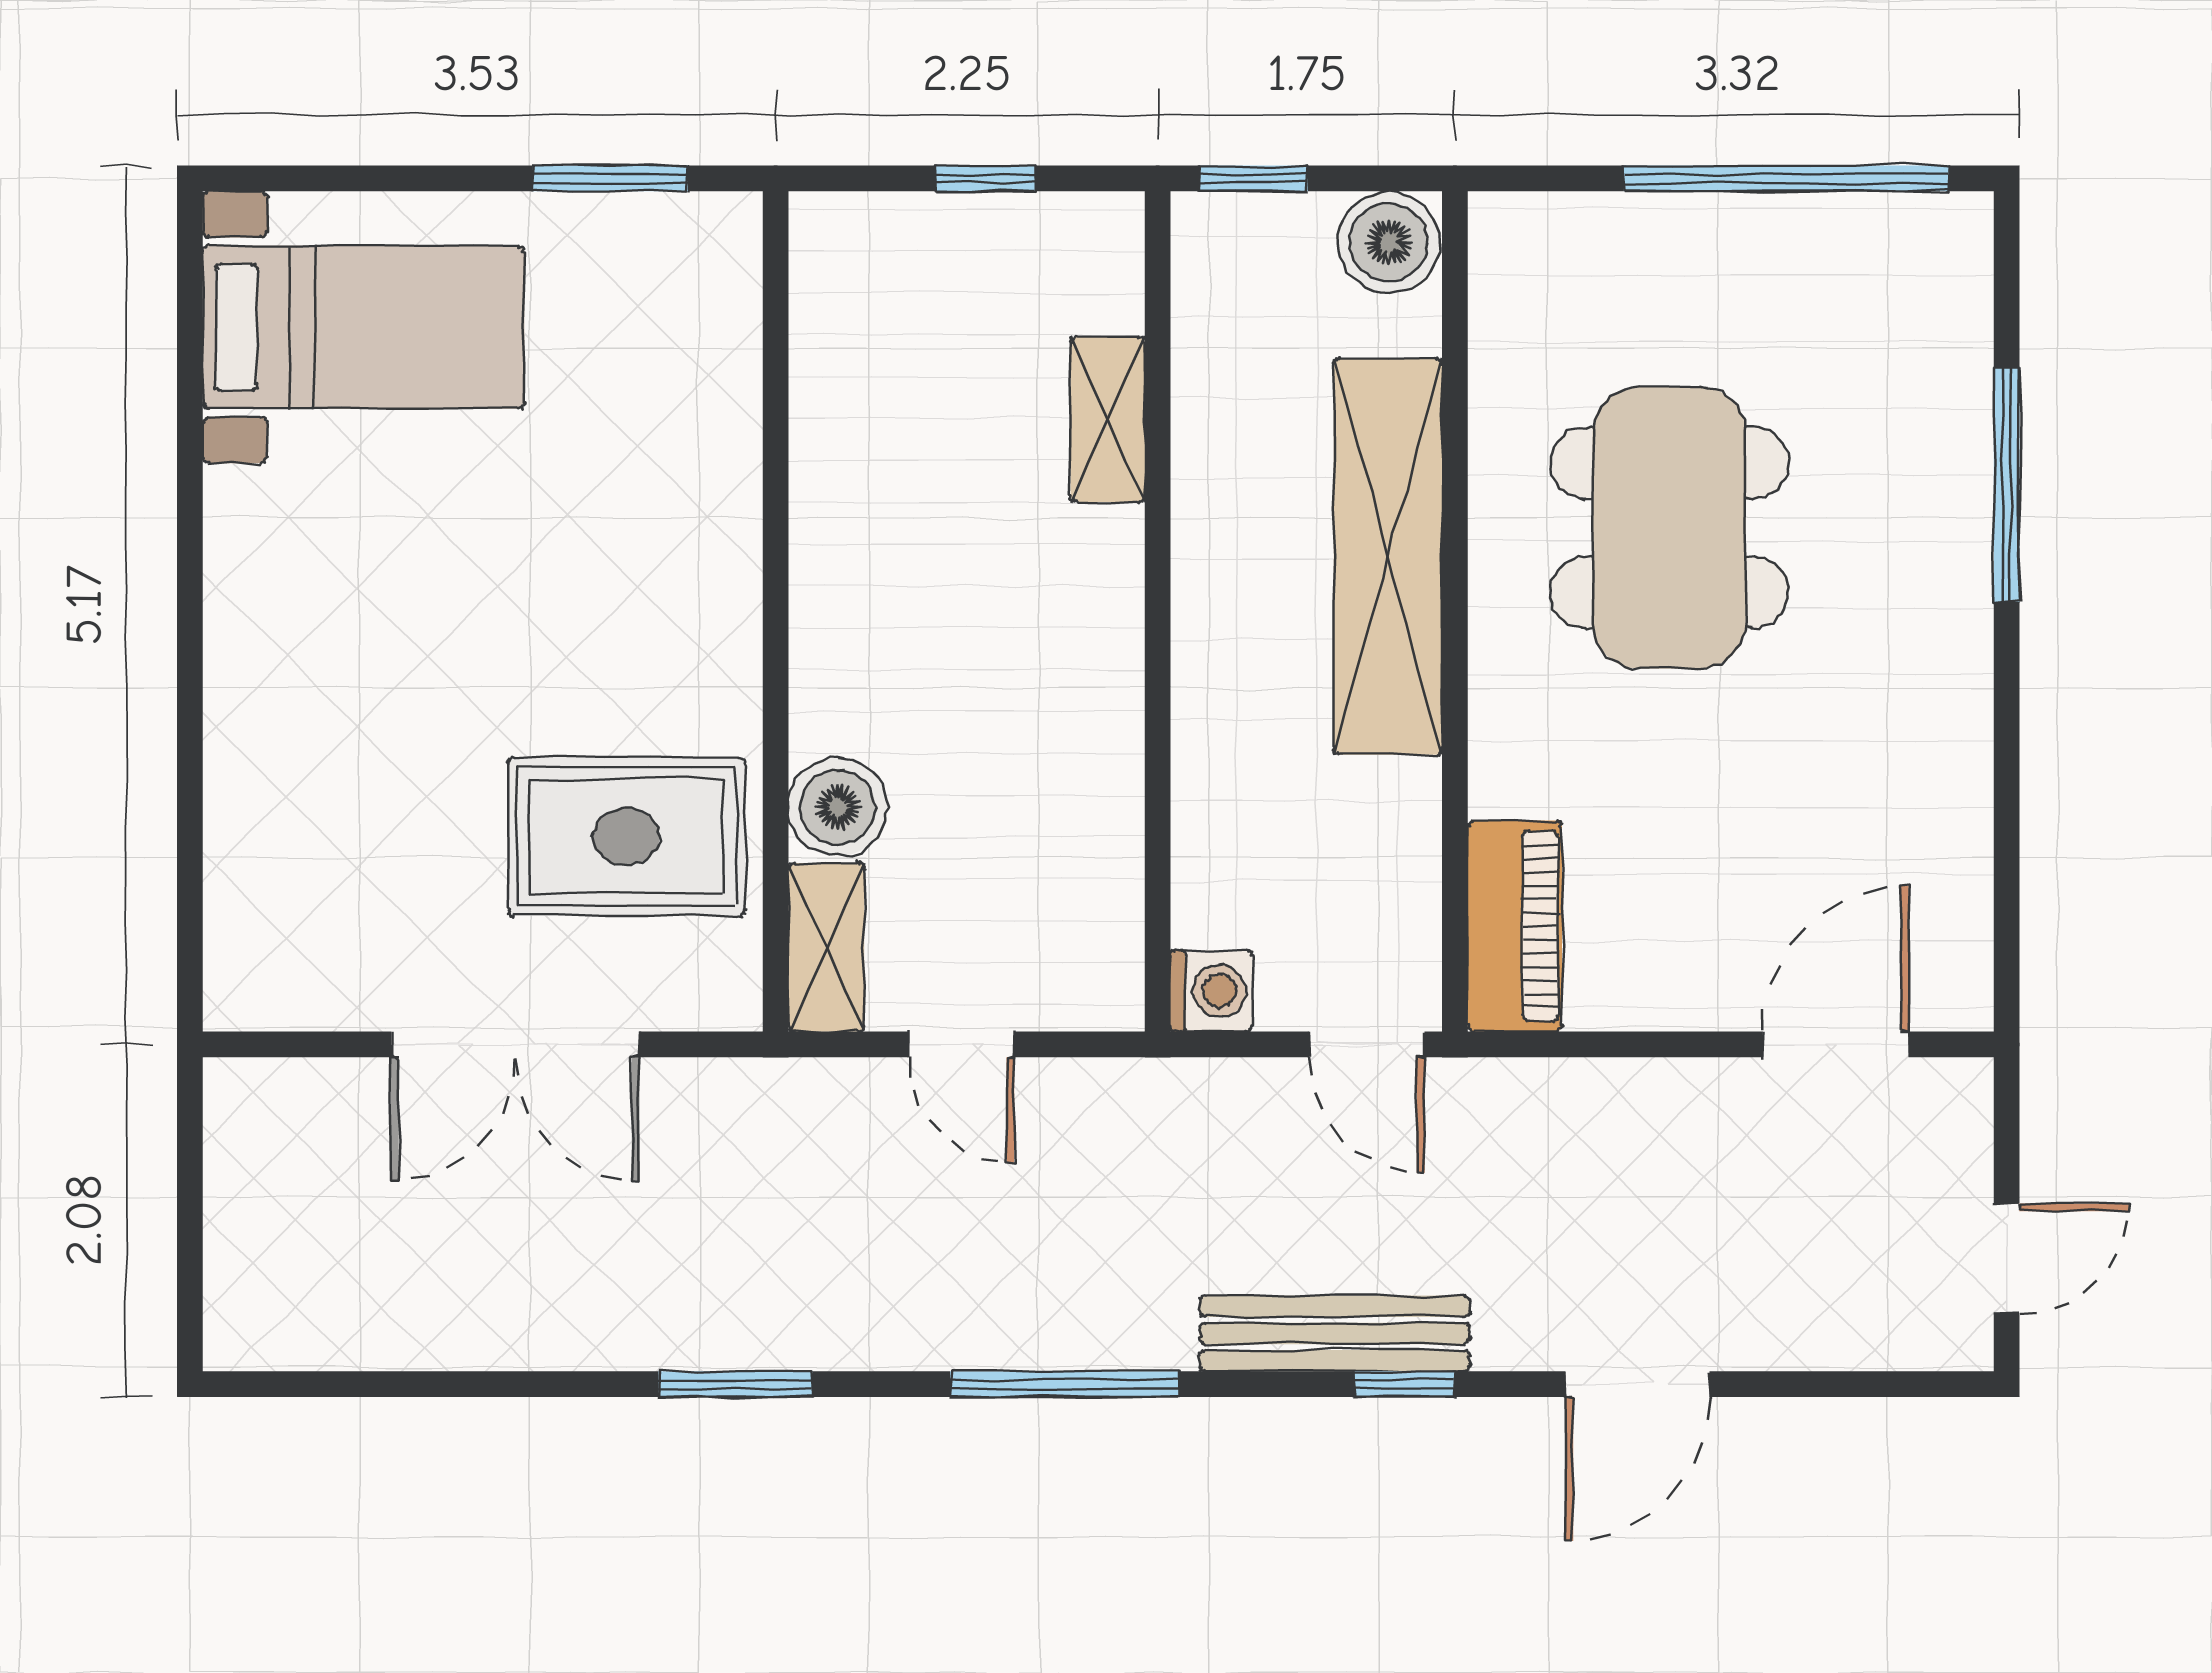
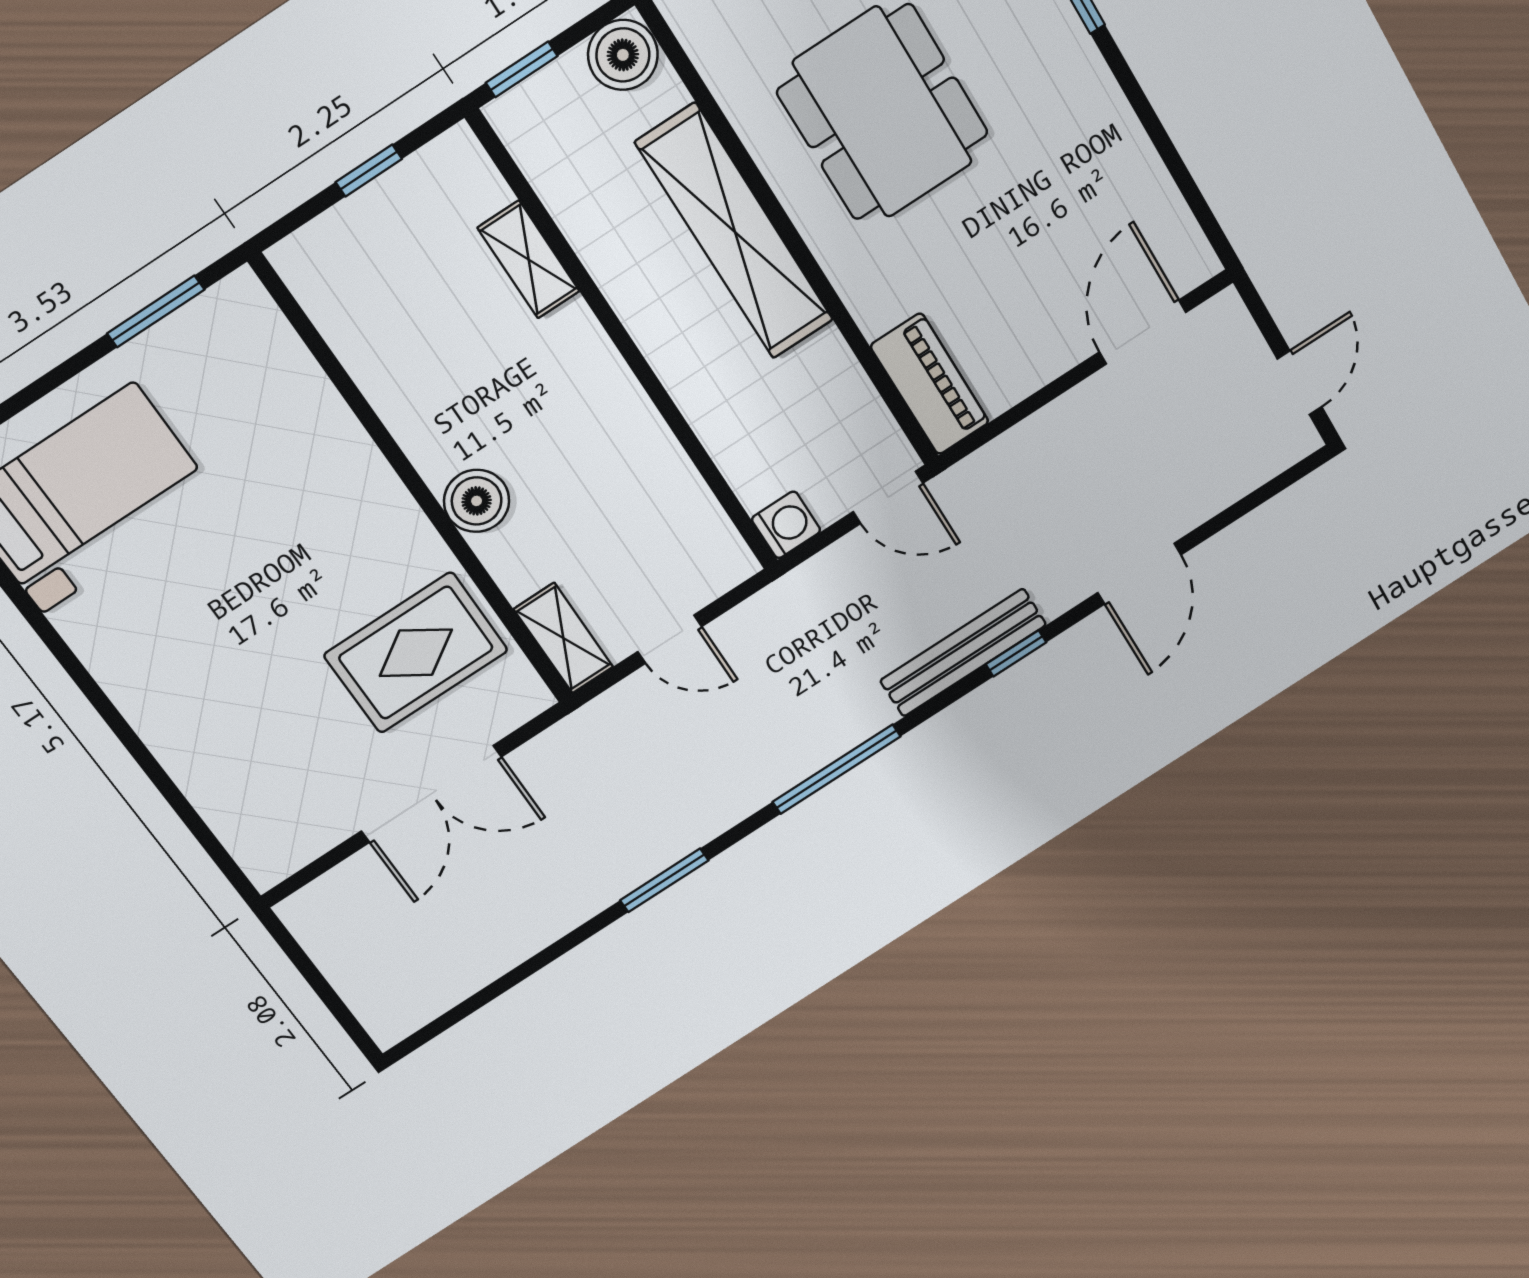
boiler: (838, 807) -> (477, 501), moved

